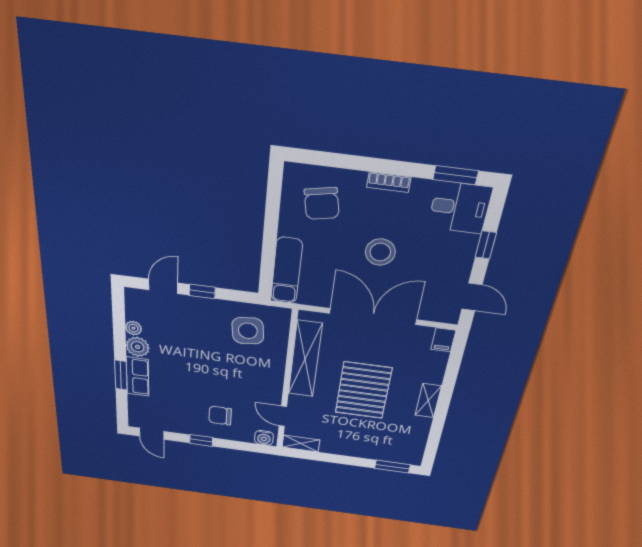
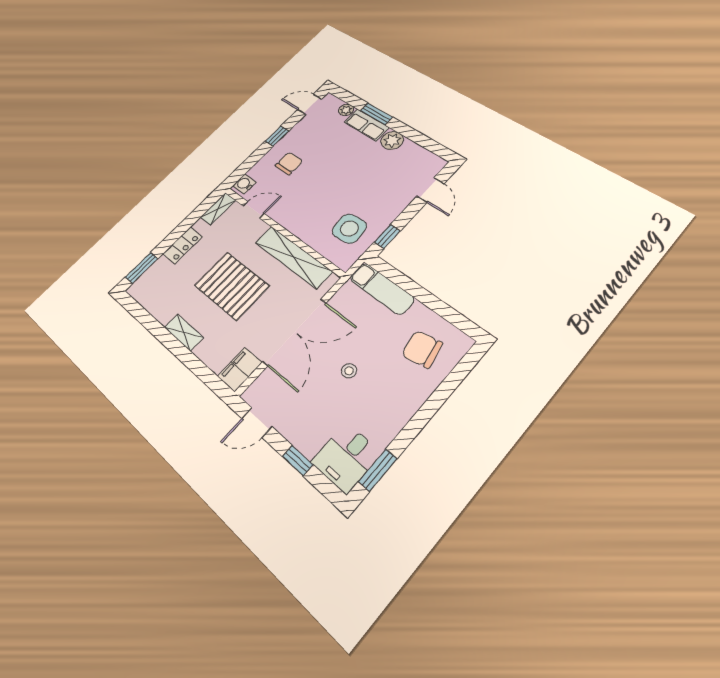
bookcase: (389, 182) -> (406, 412), removed
stool: (380, 252) -> (349, 371), width x0.53, depth x0.53
window: (202, 291) -> (387, 237), moved
plant: (133, 328) -> (346, 110), moved
filing cabinet: (443, 340) -> (240, 369), width x2.00
locker: (352, 449) -> (183, 245), added

